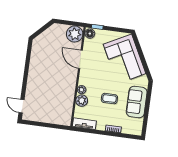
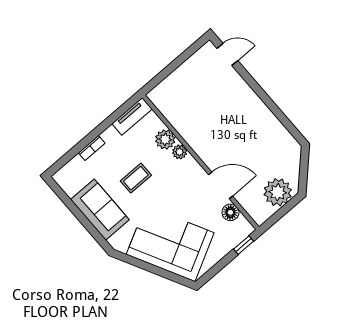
plant: (75, 34) -> (278, 192), moved
floor lamp: (90, 34) -> (230, 212), moved

